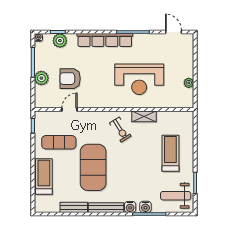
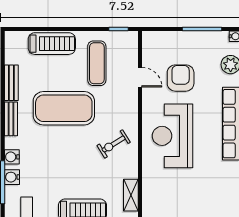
plant: (41, 78) -> (181, 40), removed
reception desk: (139, 79) -> (172, 136), moved
shelving: (144, 116) -> (131, 195), moved
bench: (106, 208) -> (11, 119), width x0.73

